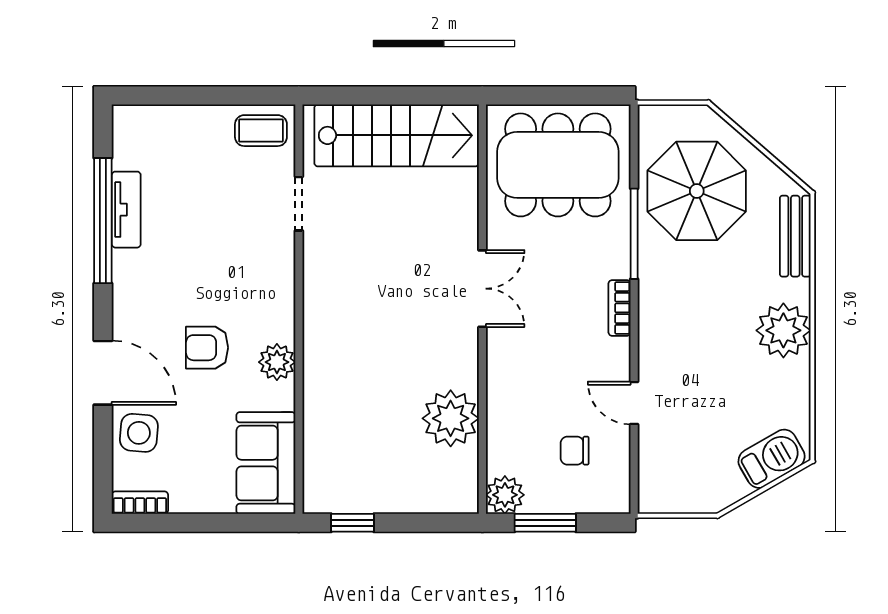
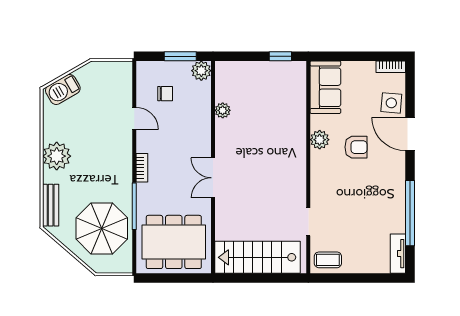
tv unit: (126, 210) -> (398, 254), moved
plant: (451, 418) -> (223, 110), width x0.53, depth x0.53

